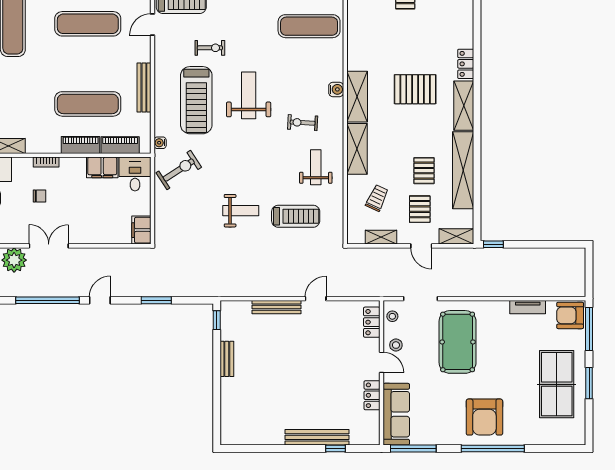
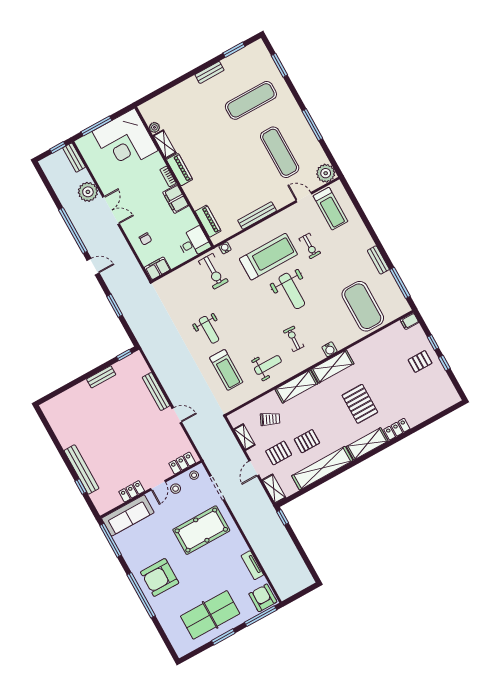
exercise mat: (309, 26) -> (363, 306), width x1.47
weight bench: (249, 95) -> (292, 291), turned 90
treadmill: (196, 100) -> (268, 257), turned 180
exercise mat: (88, 104) -> (224, 183), removed
piano: (81, 145) -> (180, 170), moved
filing cabinet: (102, 167) -> (176, 199), moved
exercise bike: (179, 170) -> (213, 271), turned 33
chair: (40, 196) -> (145, 239), moved

